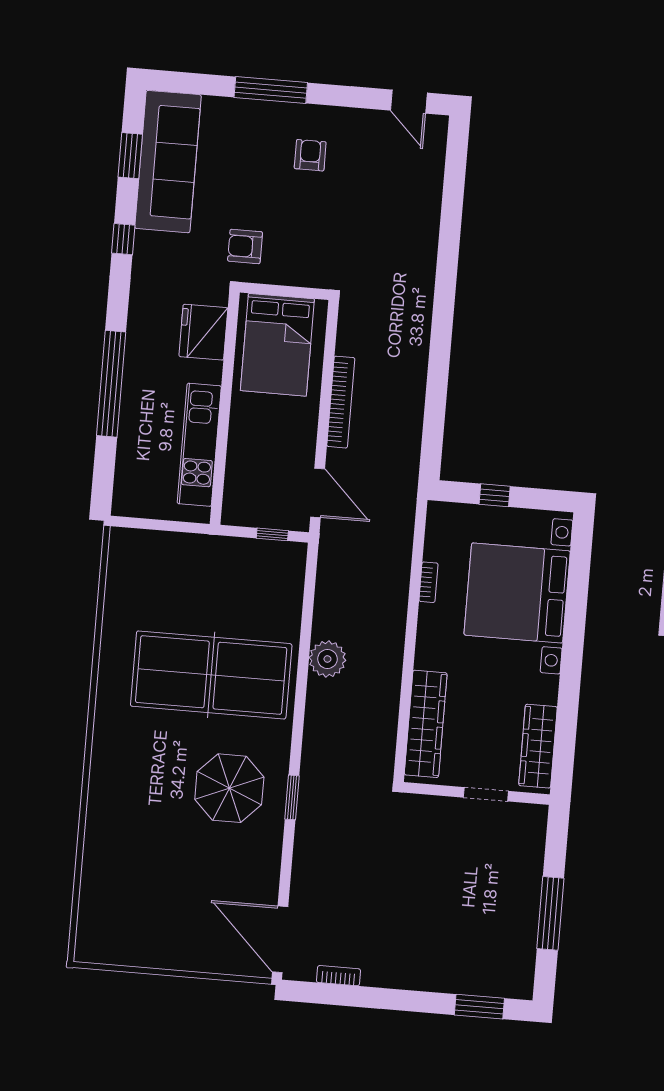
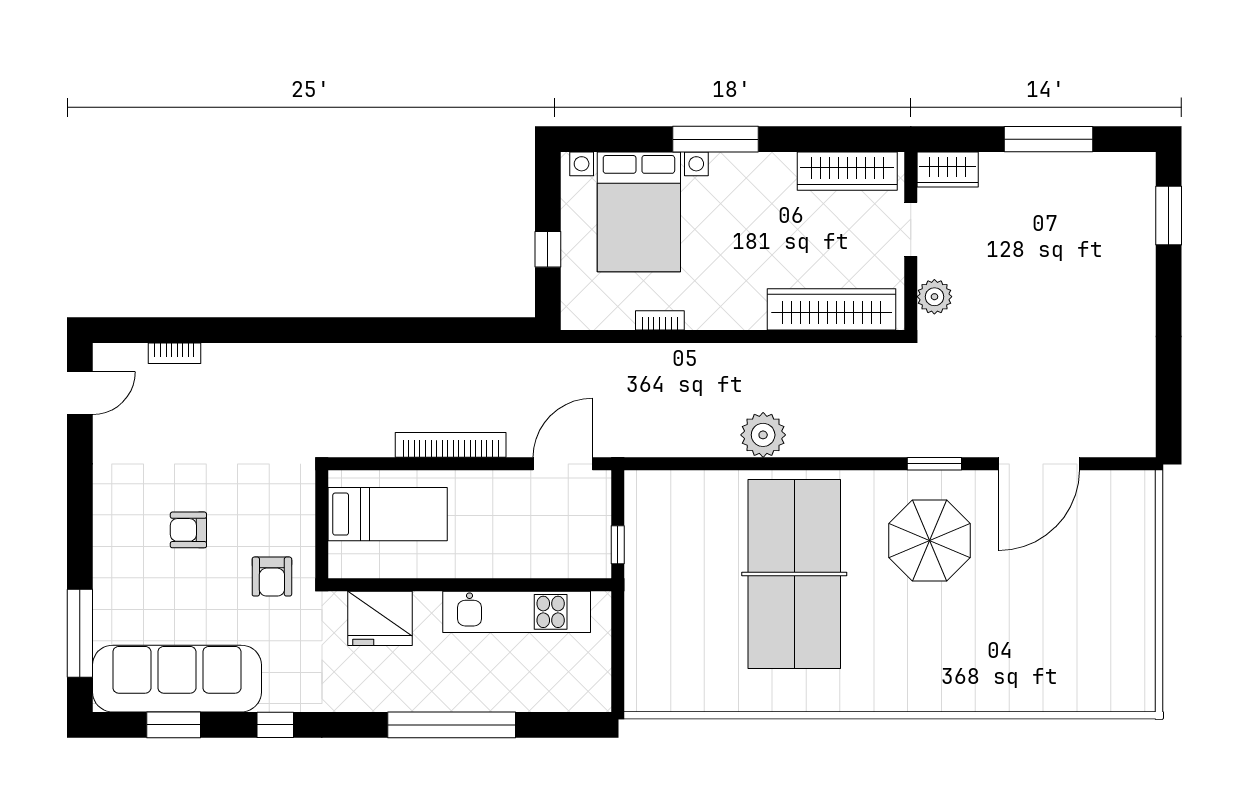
window: (271, 90) -> (80, 633), moved
armchair: (310, 155) -> (188, 530), moved
bed: (277, 345) -> (388, 514), width x0.67
window: (272, 534) -> (618, 545), moved
bed with nightstands: (517, 593) -> (639, 212), width x0.73
window: (573, 640) -> (715, 139), added
plant: (429, 809) -> (934, 297), added
wardrobe: (532, 829) -> (948, 169), added
door: (280, 939) -> (1039, 464), moved
bookcase: (338, 976) -> (174, 353), moved, turned -90

